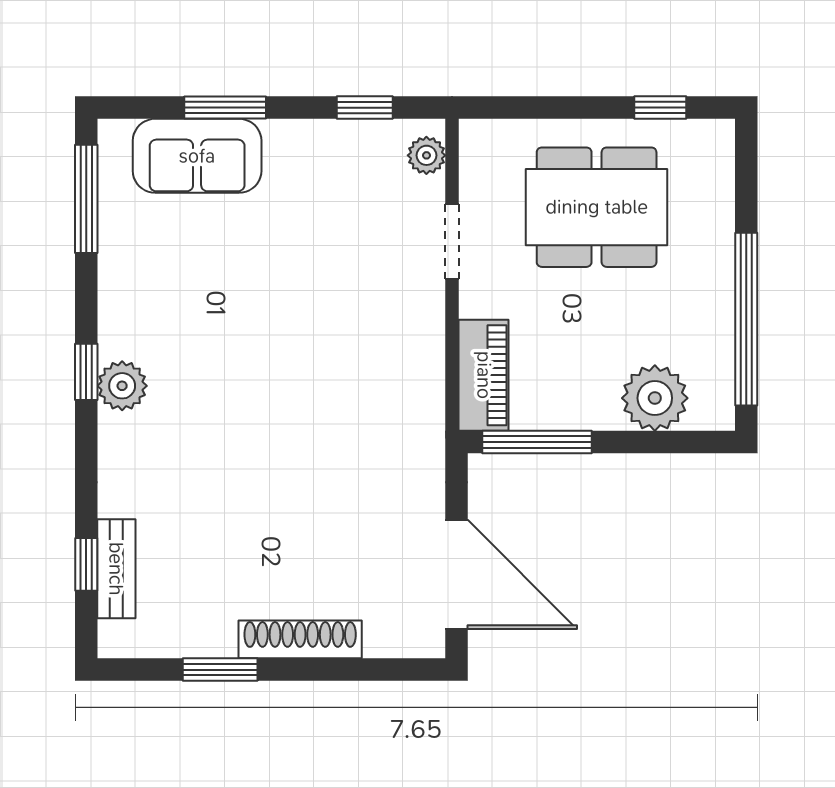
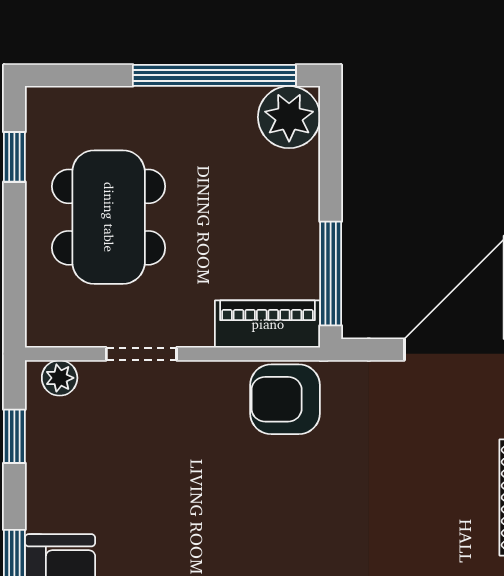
armchair: (404, 394) -> (285, 399), added
plant: (655, 398) -> (289, 117), moved

